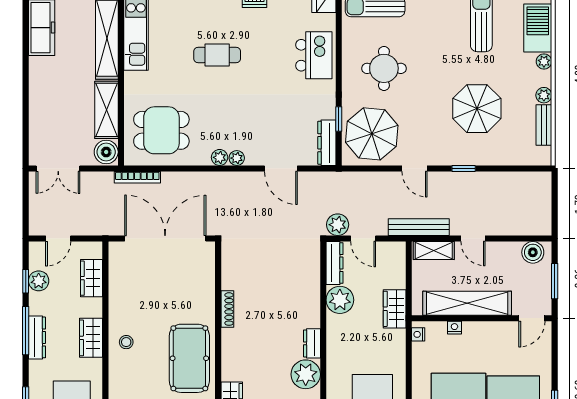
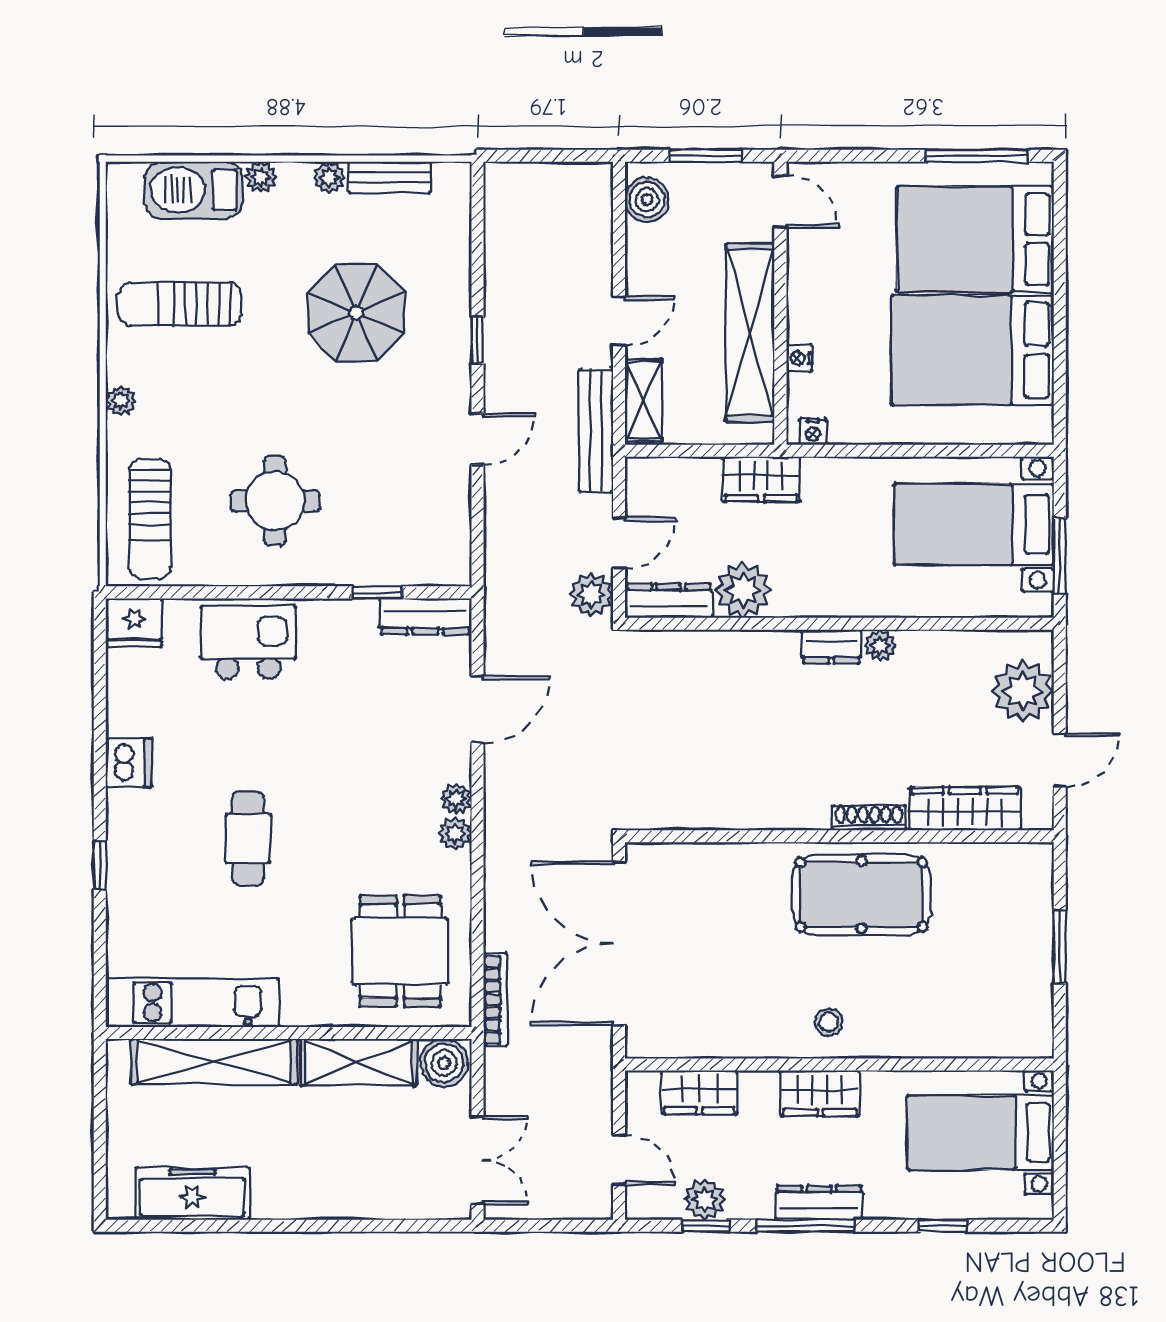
parasol: (372, 134) -> (407, 526), removed
shoe rack: (227, 309) -> (869, 818), moved
plant: (306, 374) -> (880, 645), width x0.53, depth x0.53

